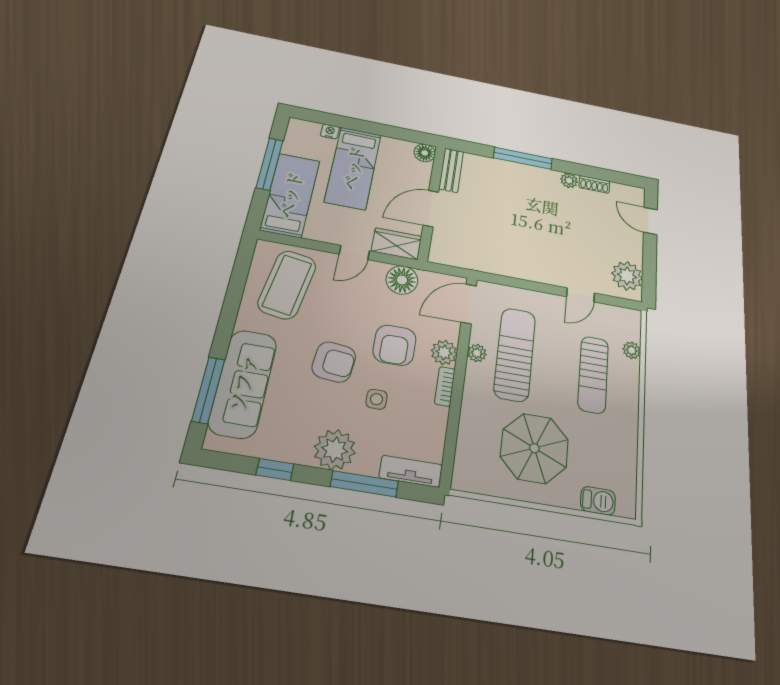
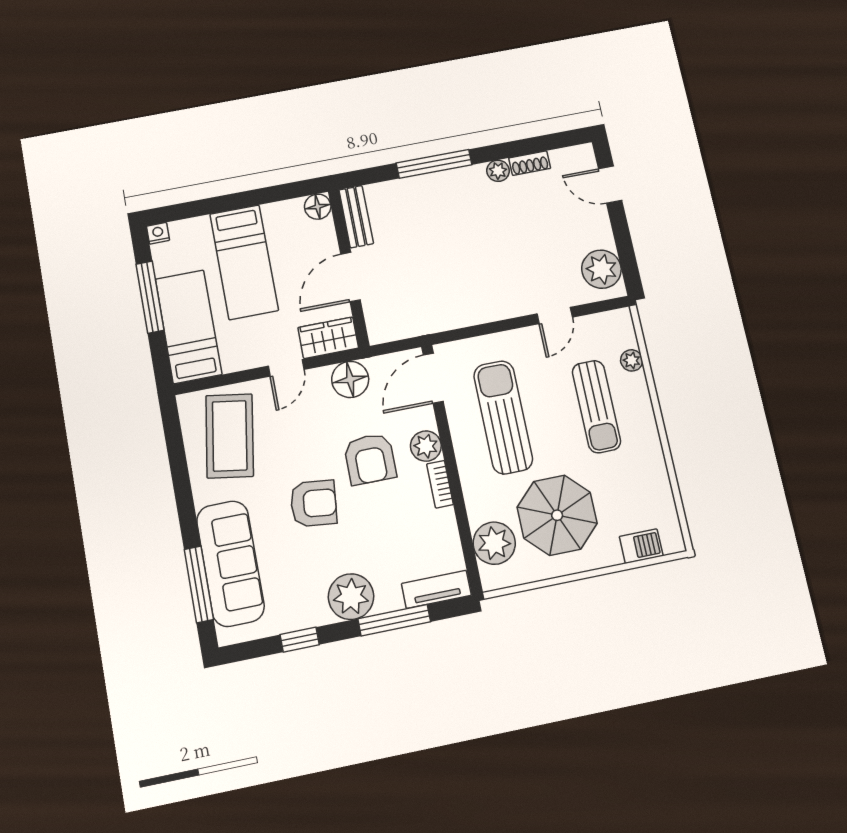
nightstand: (330, 131) -> (158, 233), moved
plant: (477, 353) -> (494, 543), moved, width x1.88, depth x1.88
side table: (377, 399) -> (373, 527), removed

